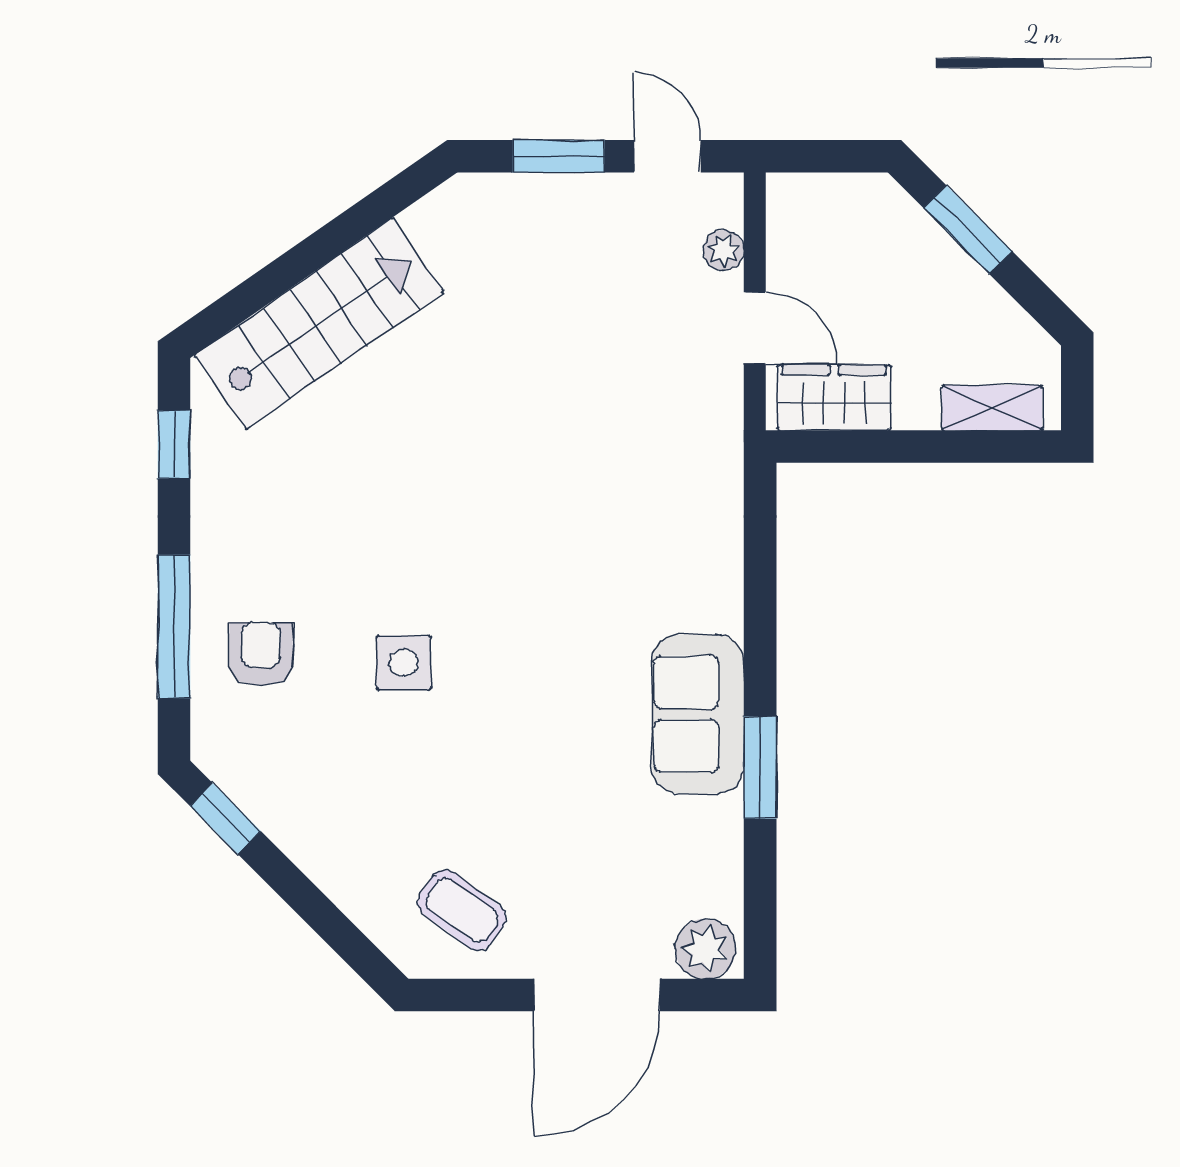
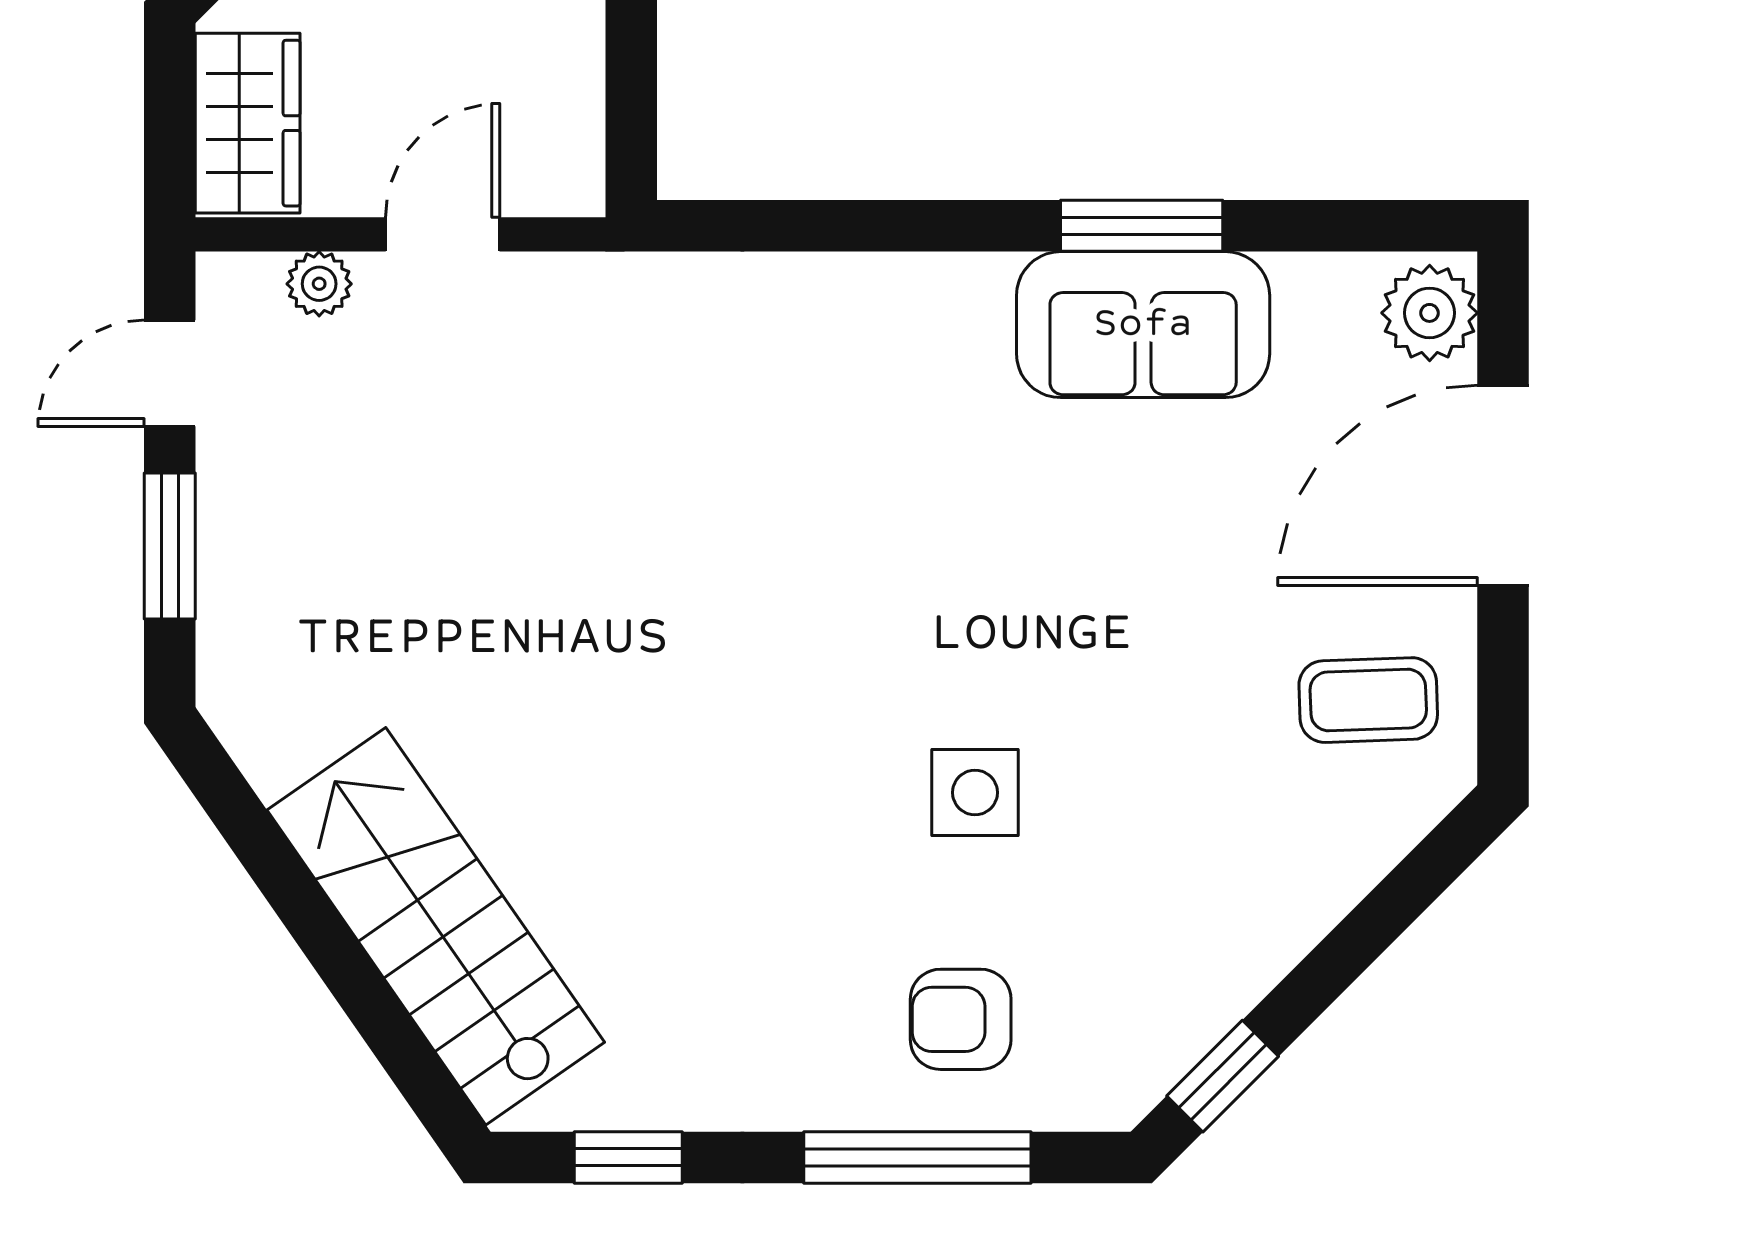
wardrobe: (834, 398) -> (248, 123), moved, turned 180
sofa: (698, 714) -> (1143, 325), moved
coffee table: (462, 910) -> (1368, 700), turned 52
door: (597, 995) -> (1503, 485), swing flipped

